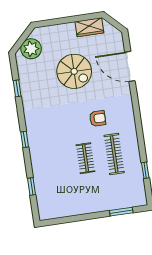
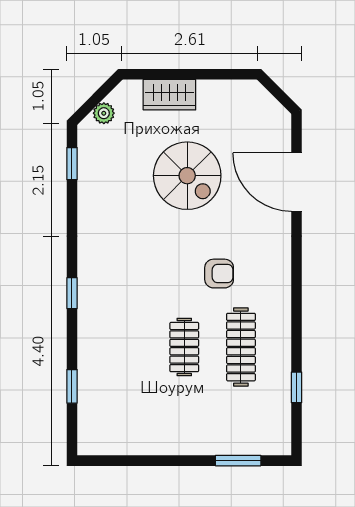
wardrobe: (89, 27) -> (169, 95), moved
plant: (31, 49) -> (104, 113), width x0.53, depth x0.53
window: (17, 88) -> (72, 164), moved

